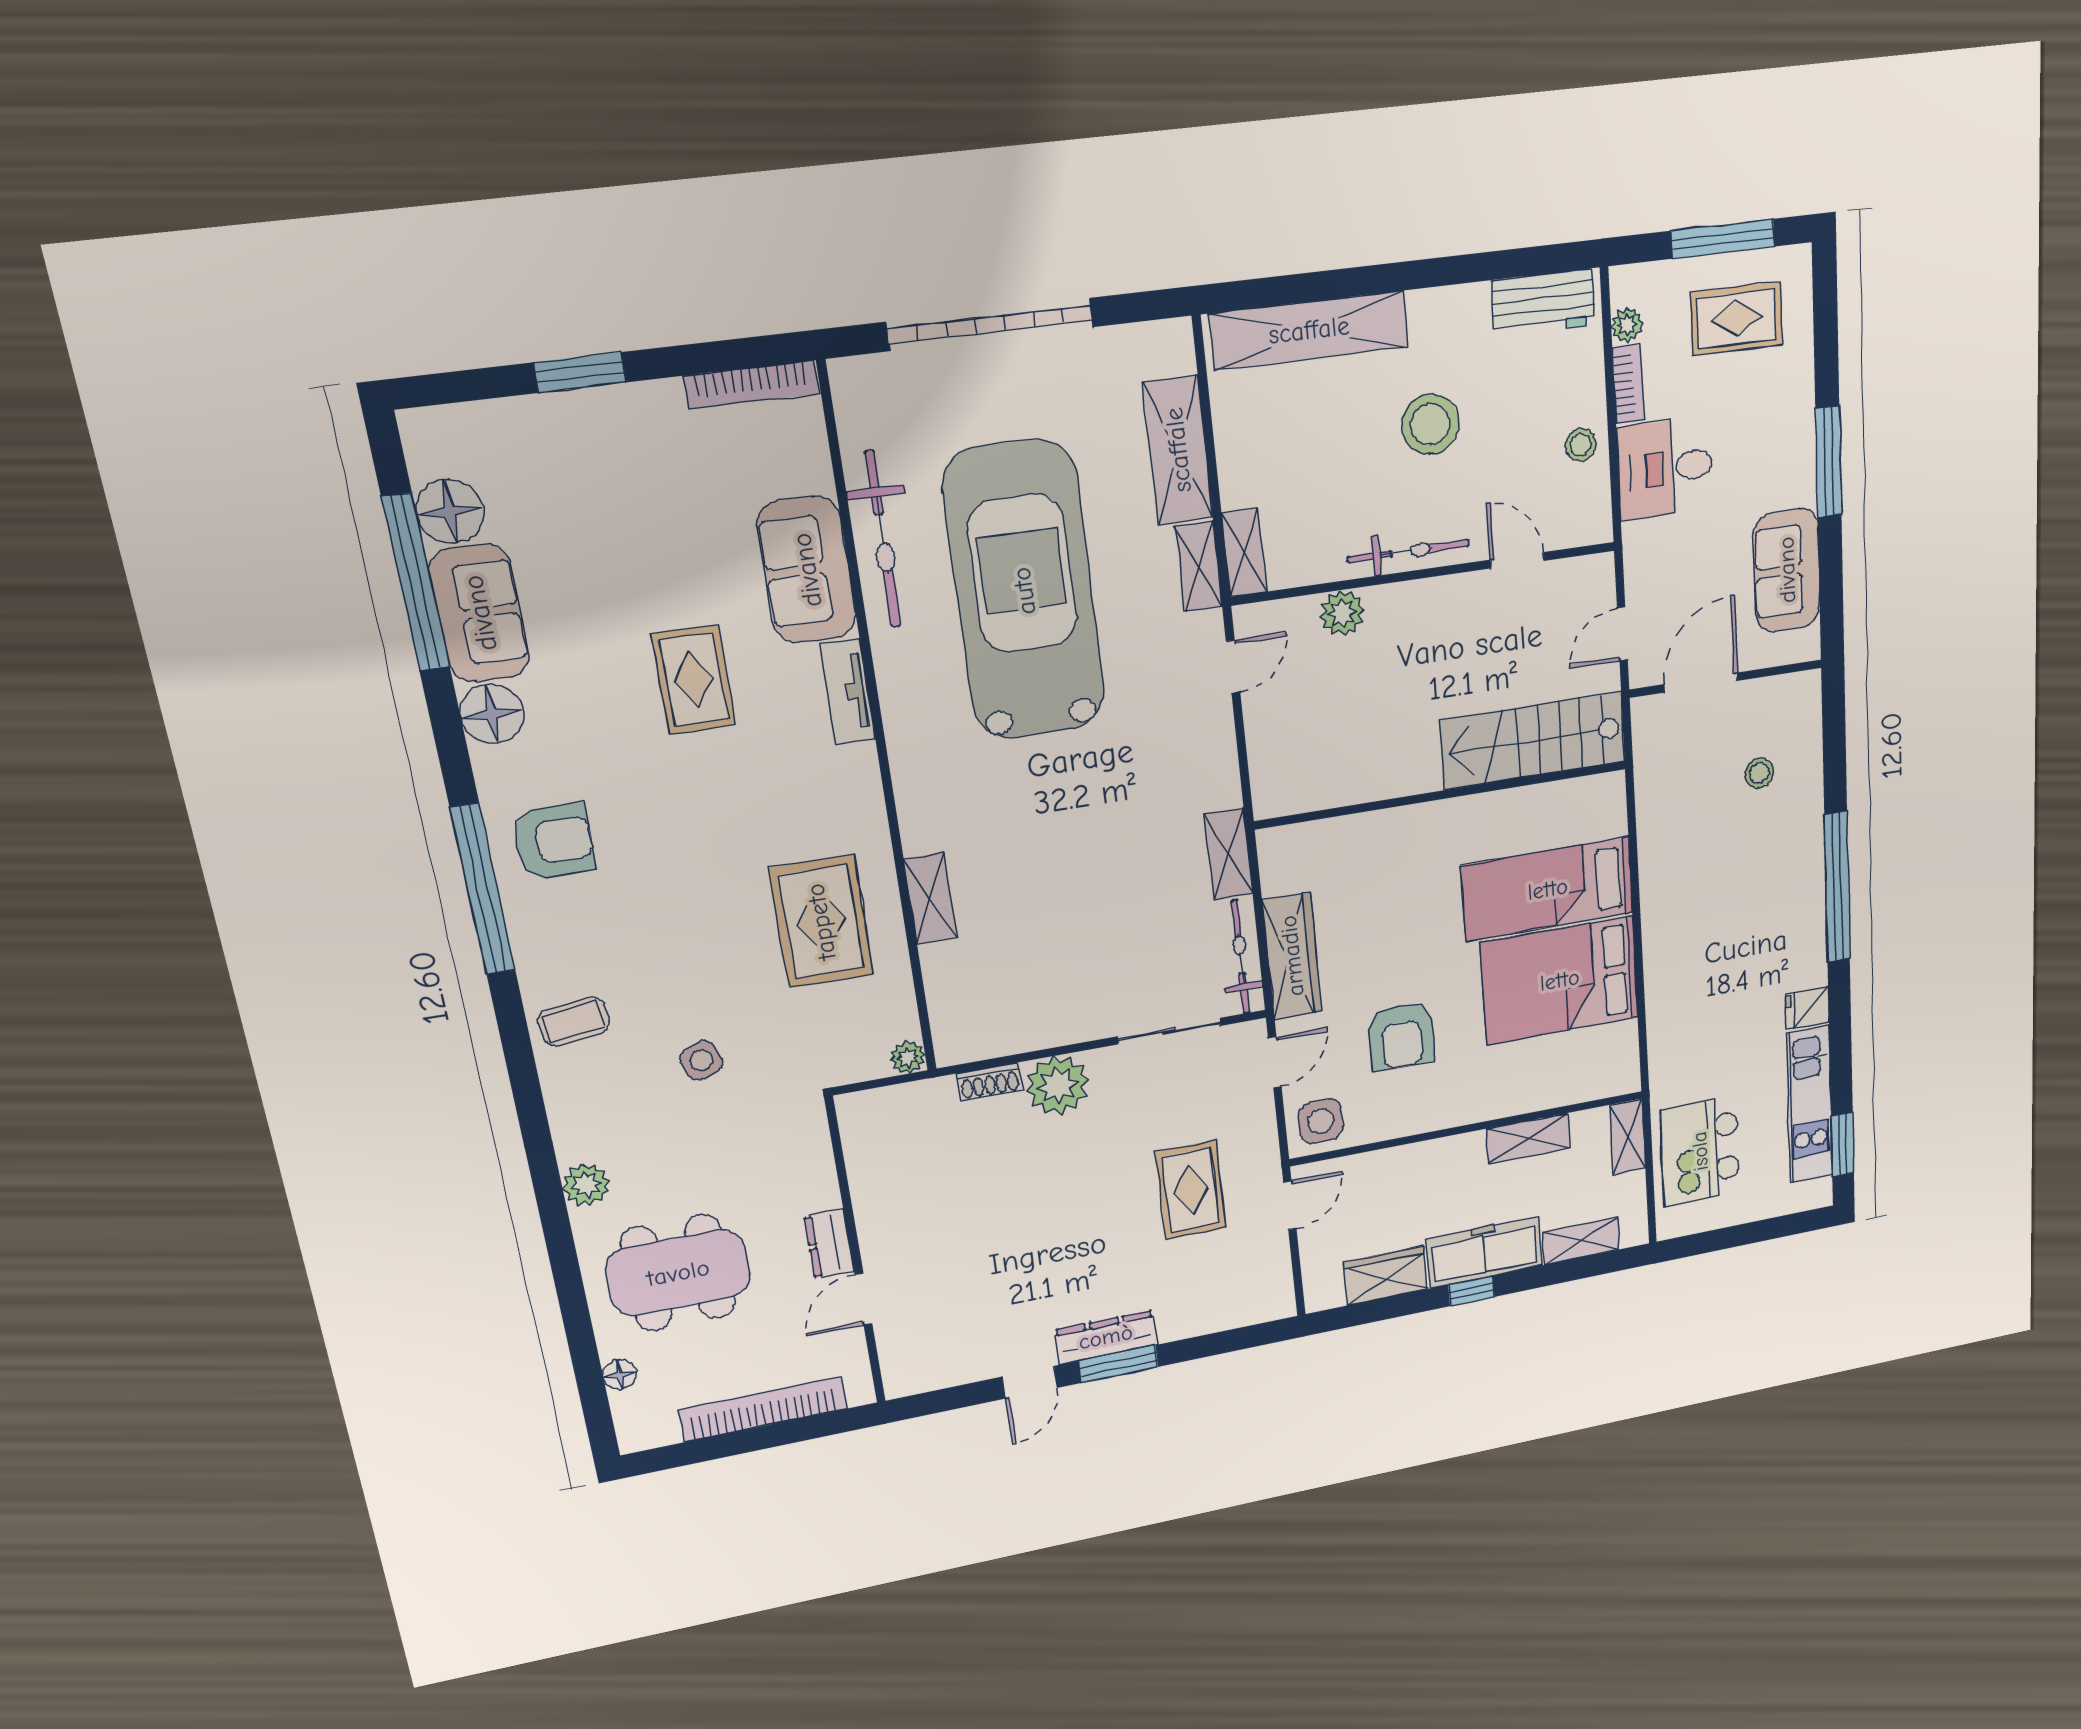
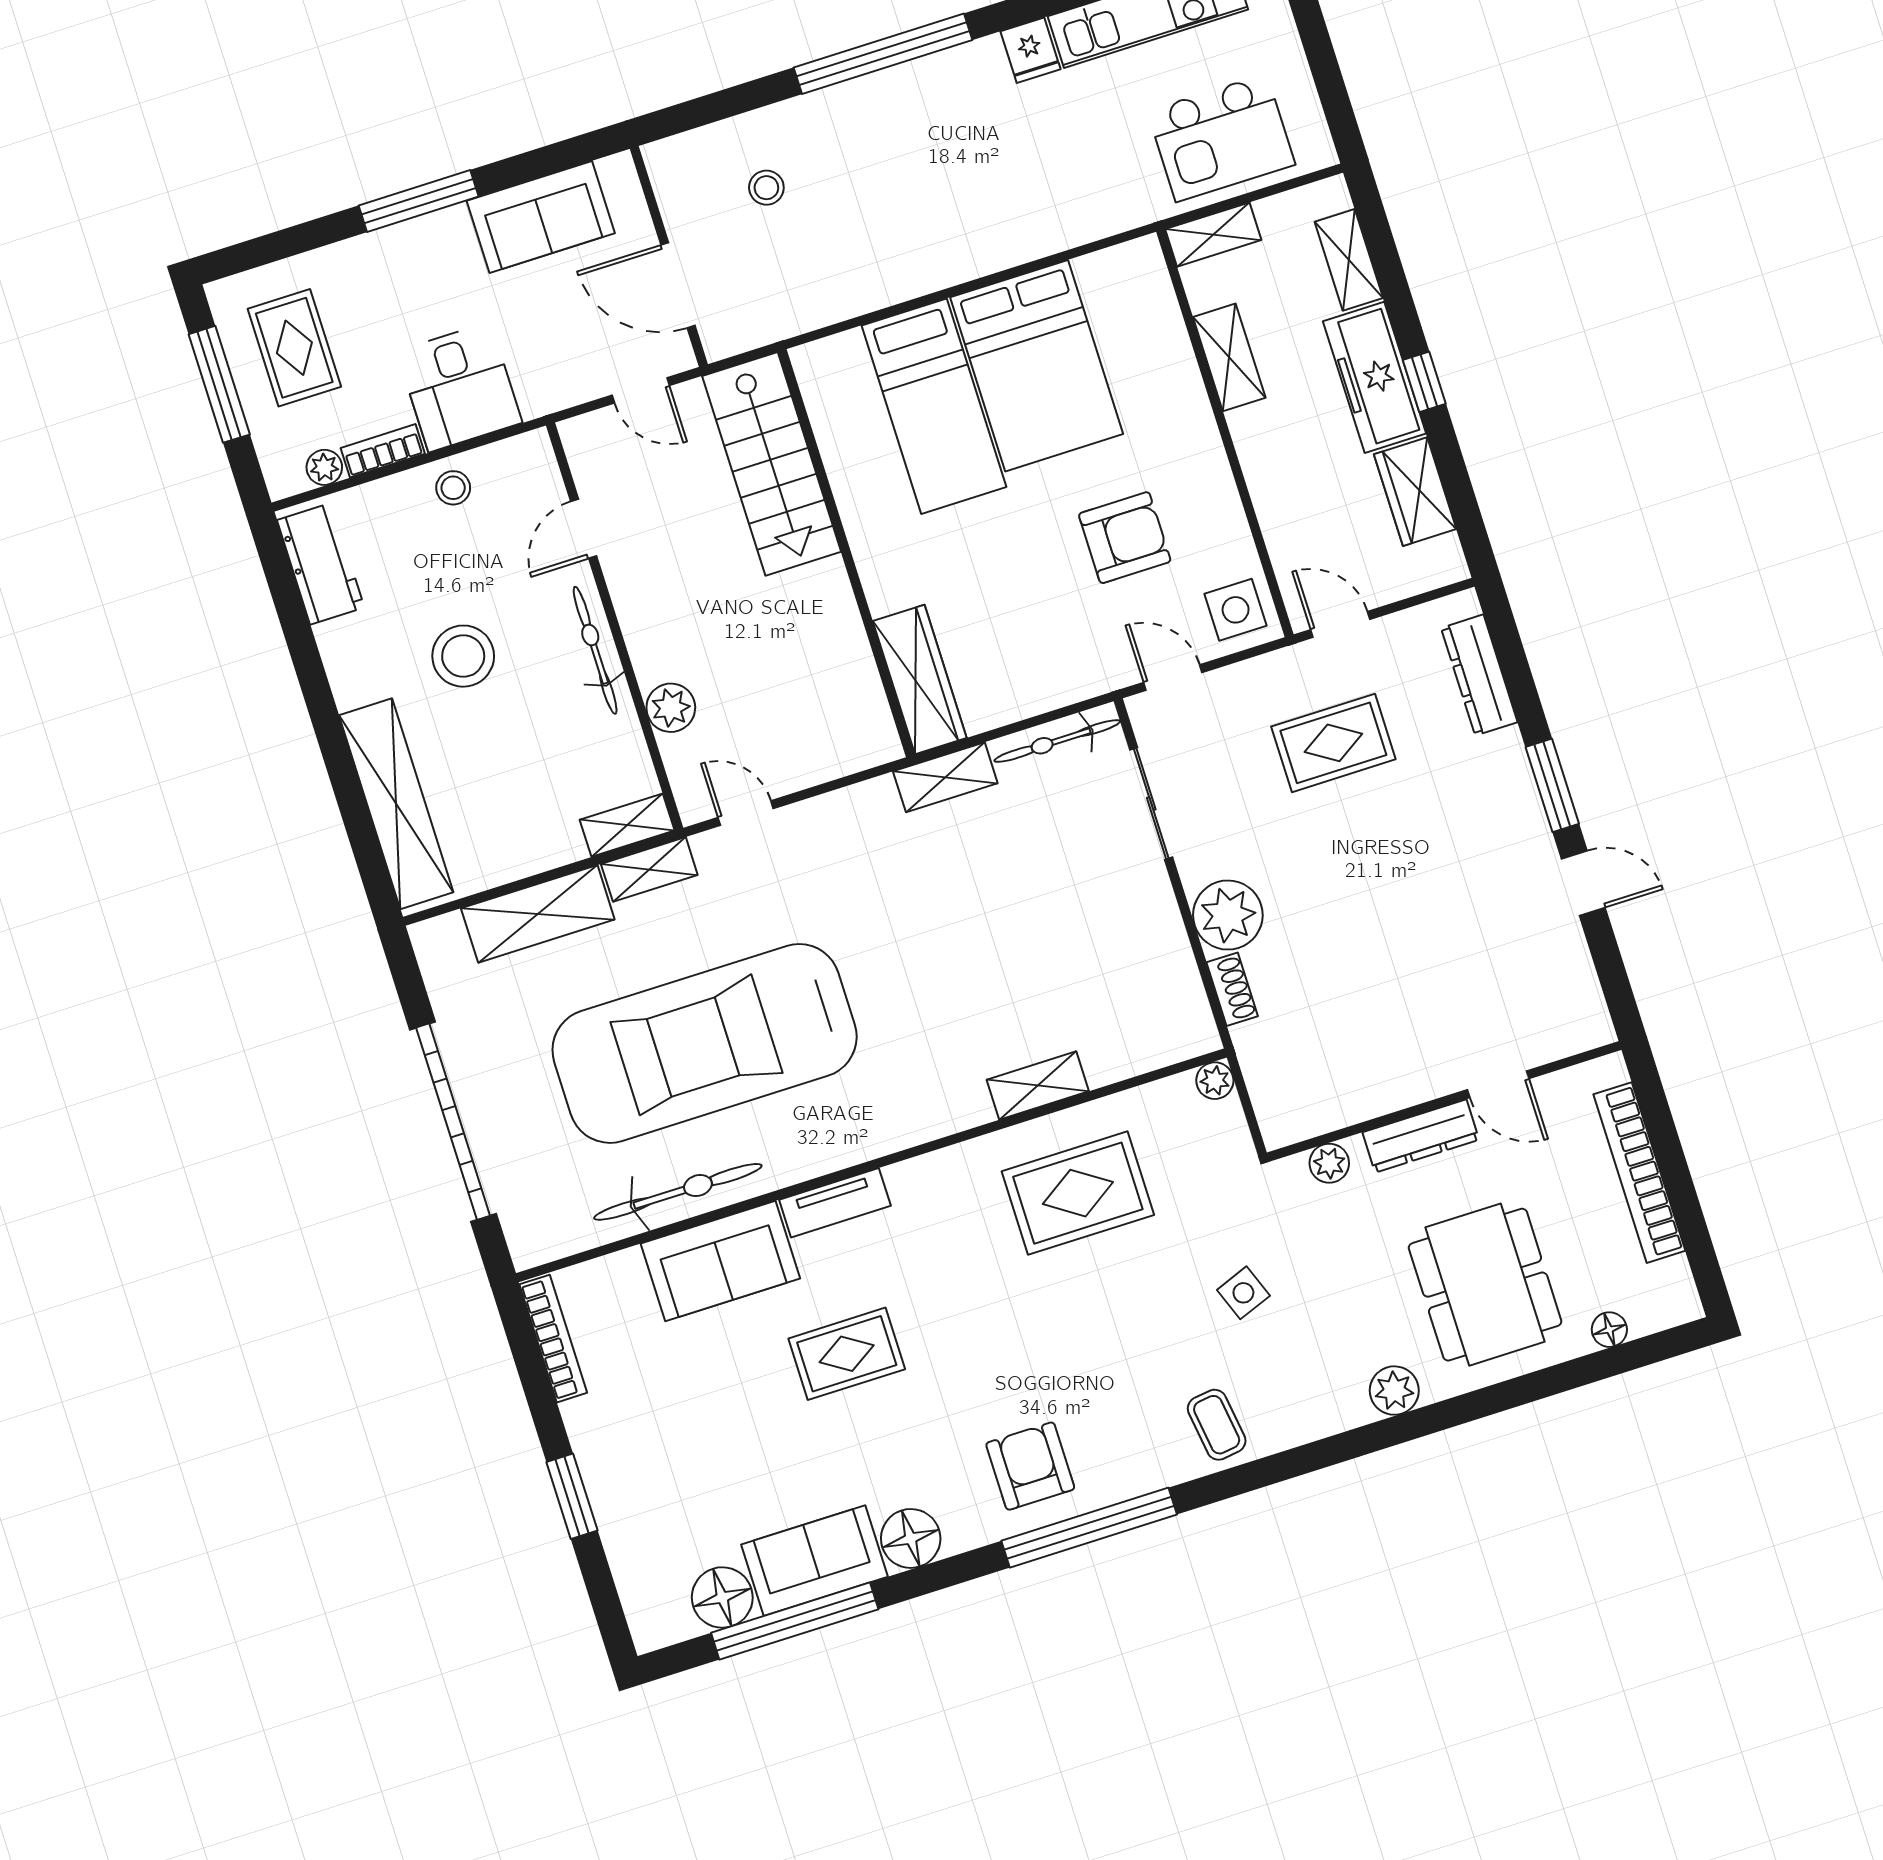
wardrobe: (1292, 956) -> (920, 679), moved, turned 90
plant: (814, 1149) -> (1329, 1163), added
dresser: (829, 1244) -> (1421, 1136), width x1.44
dresser: (1106, 1337) -> (1479, 675), moved

